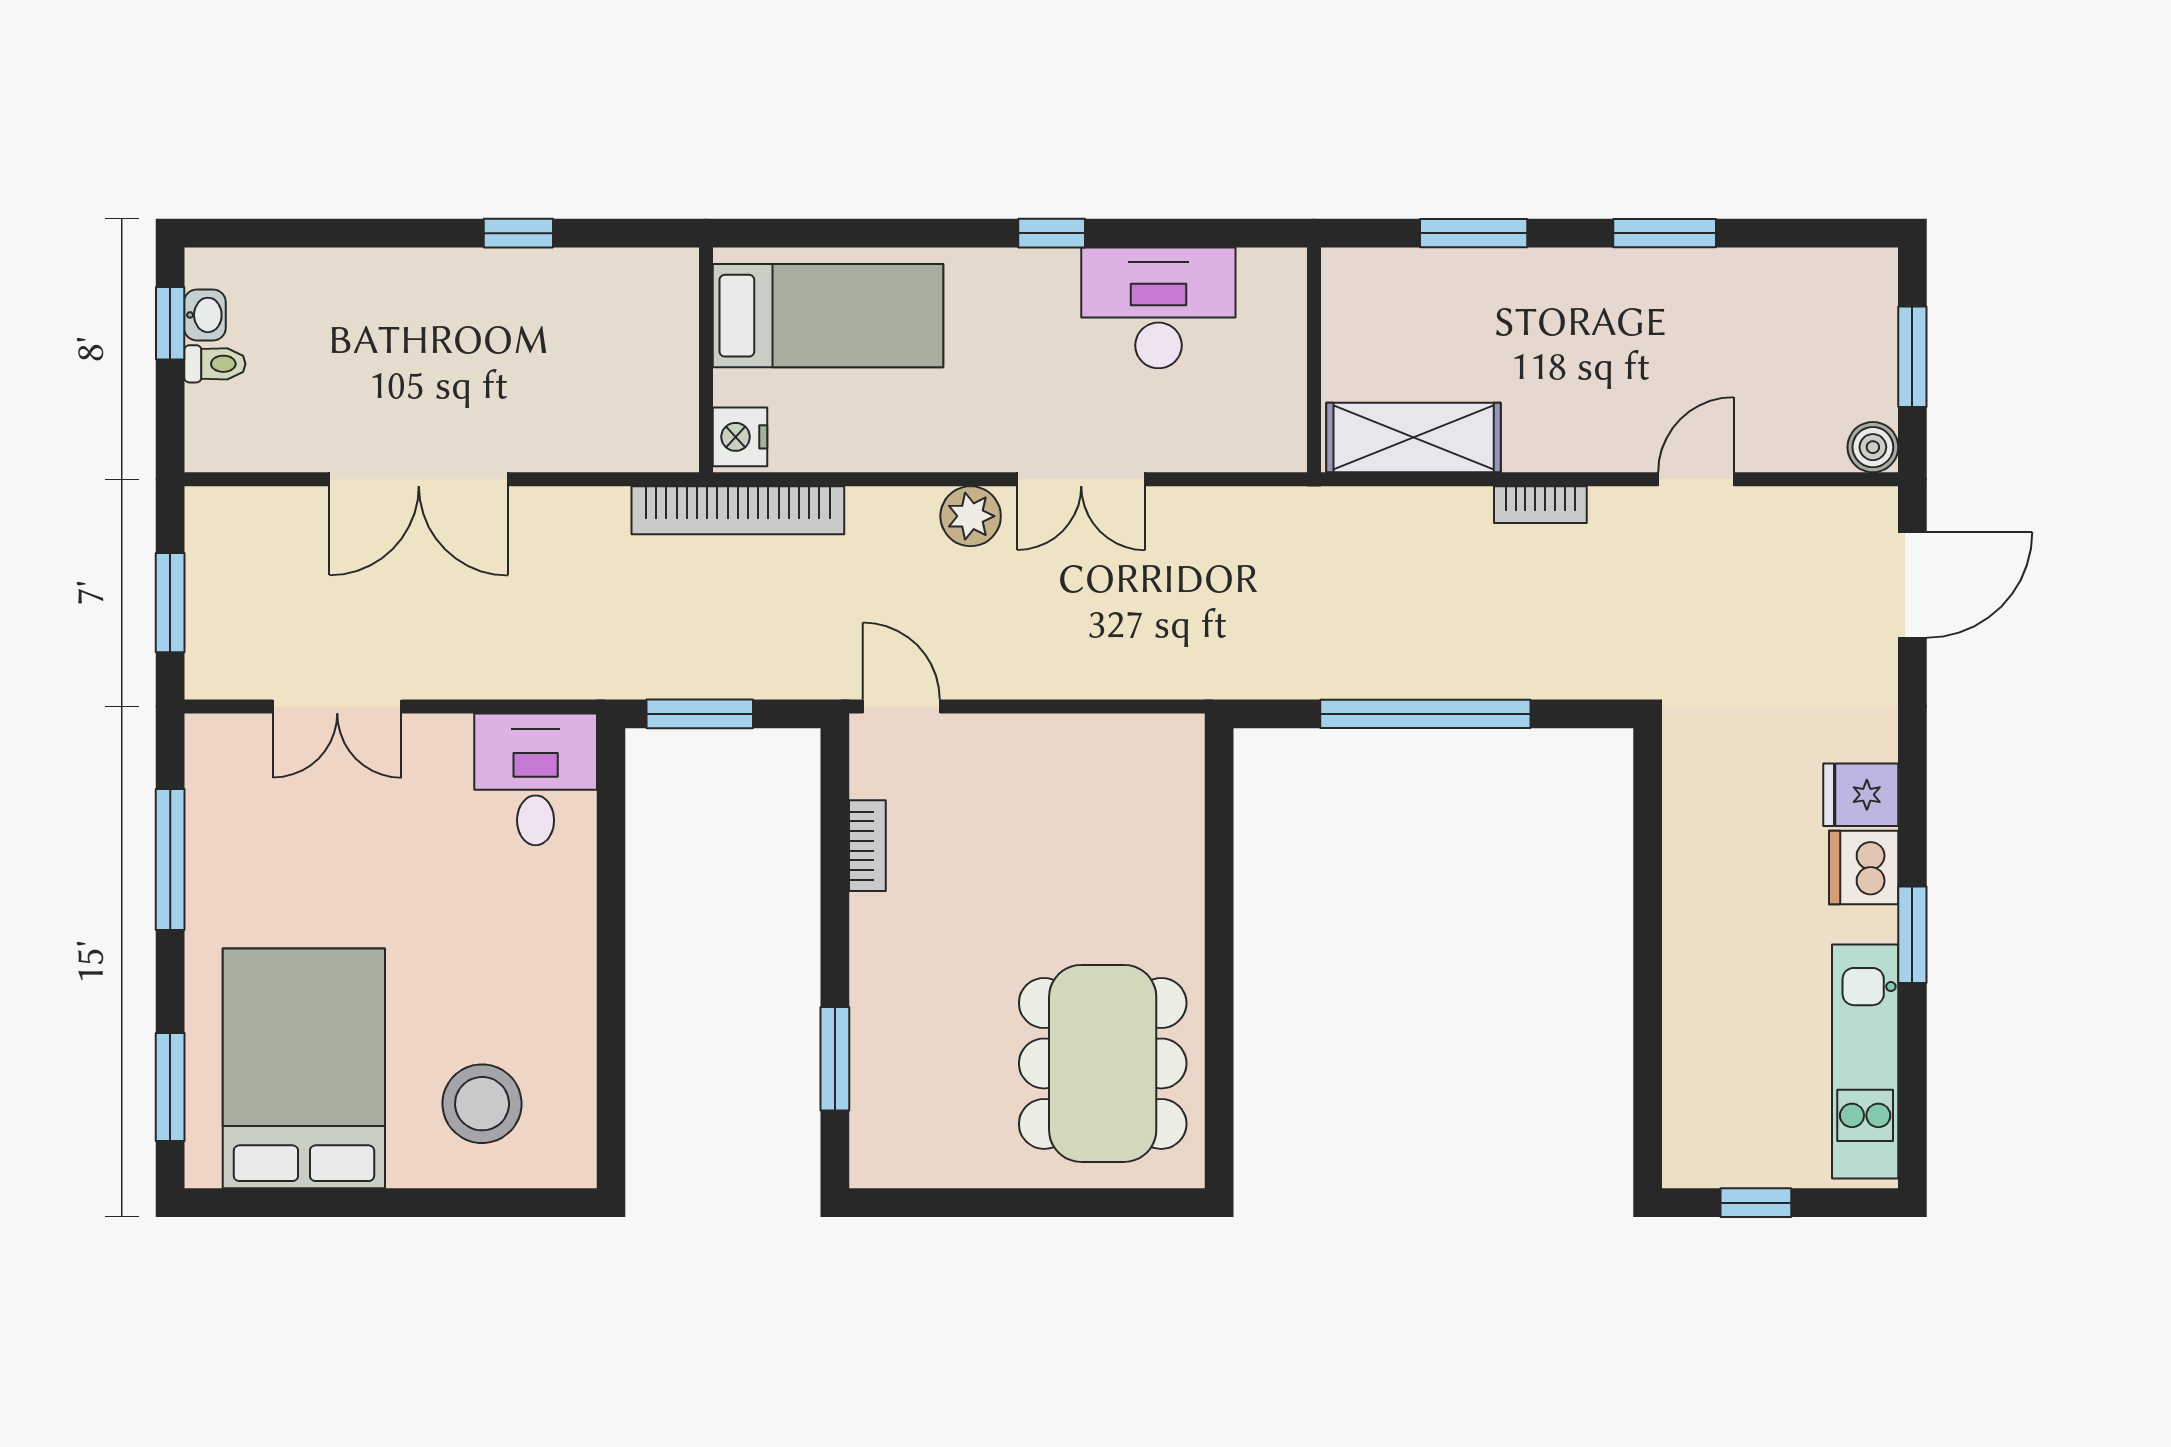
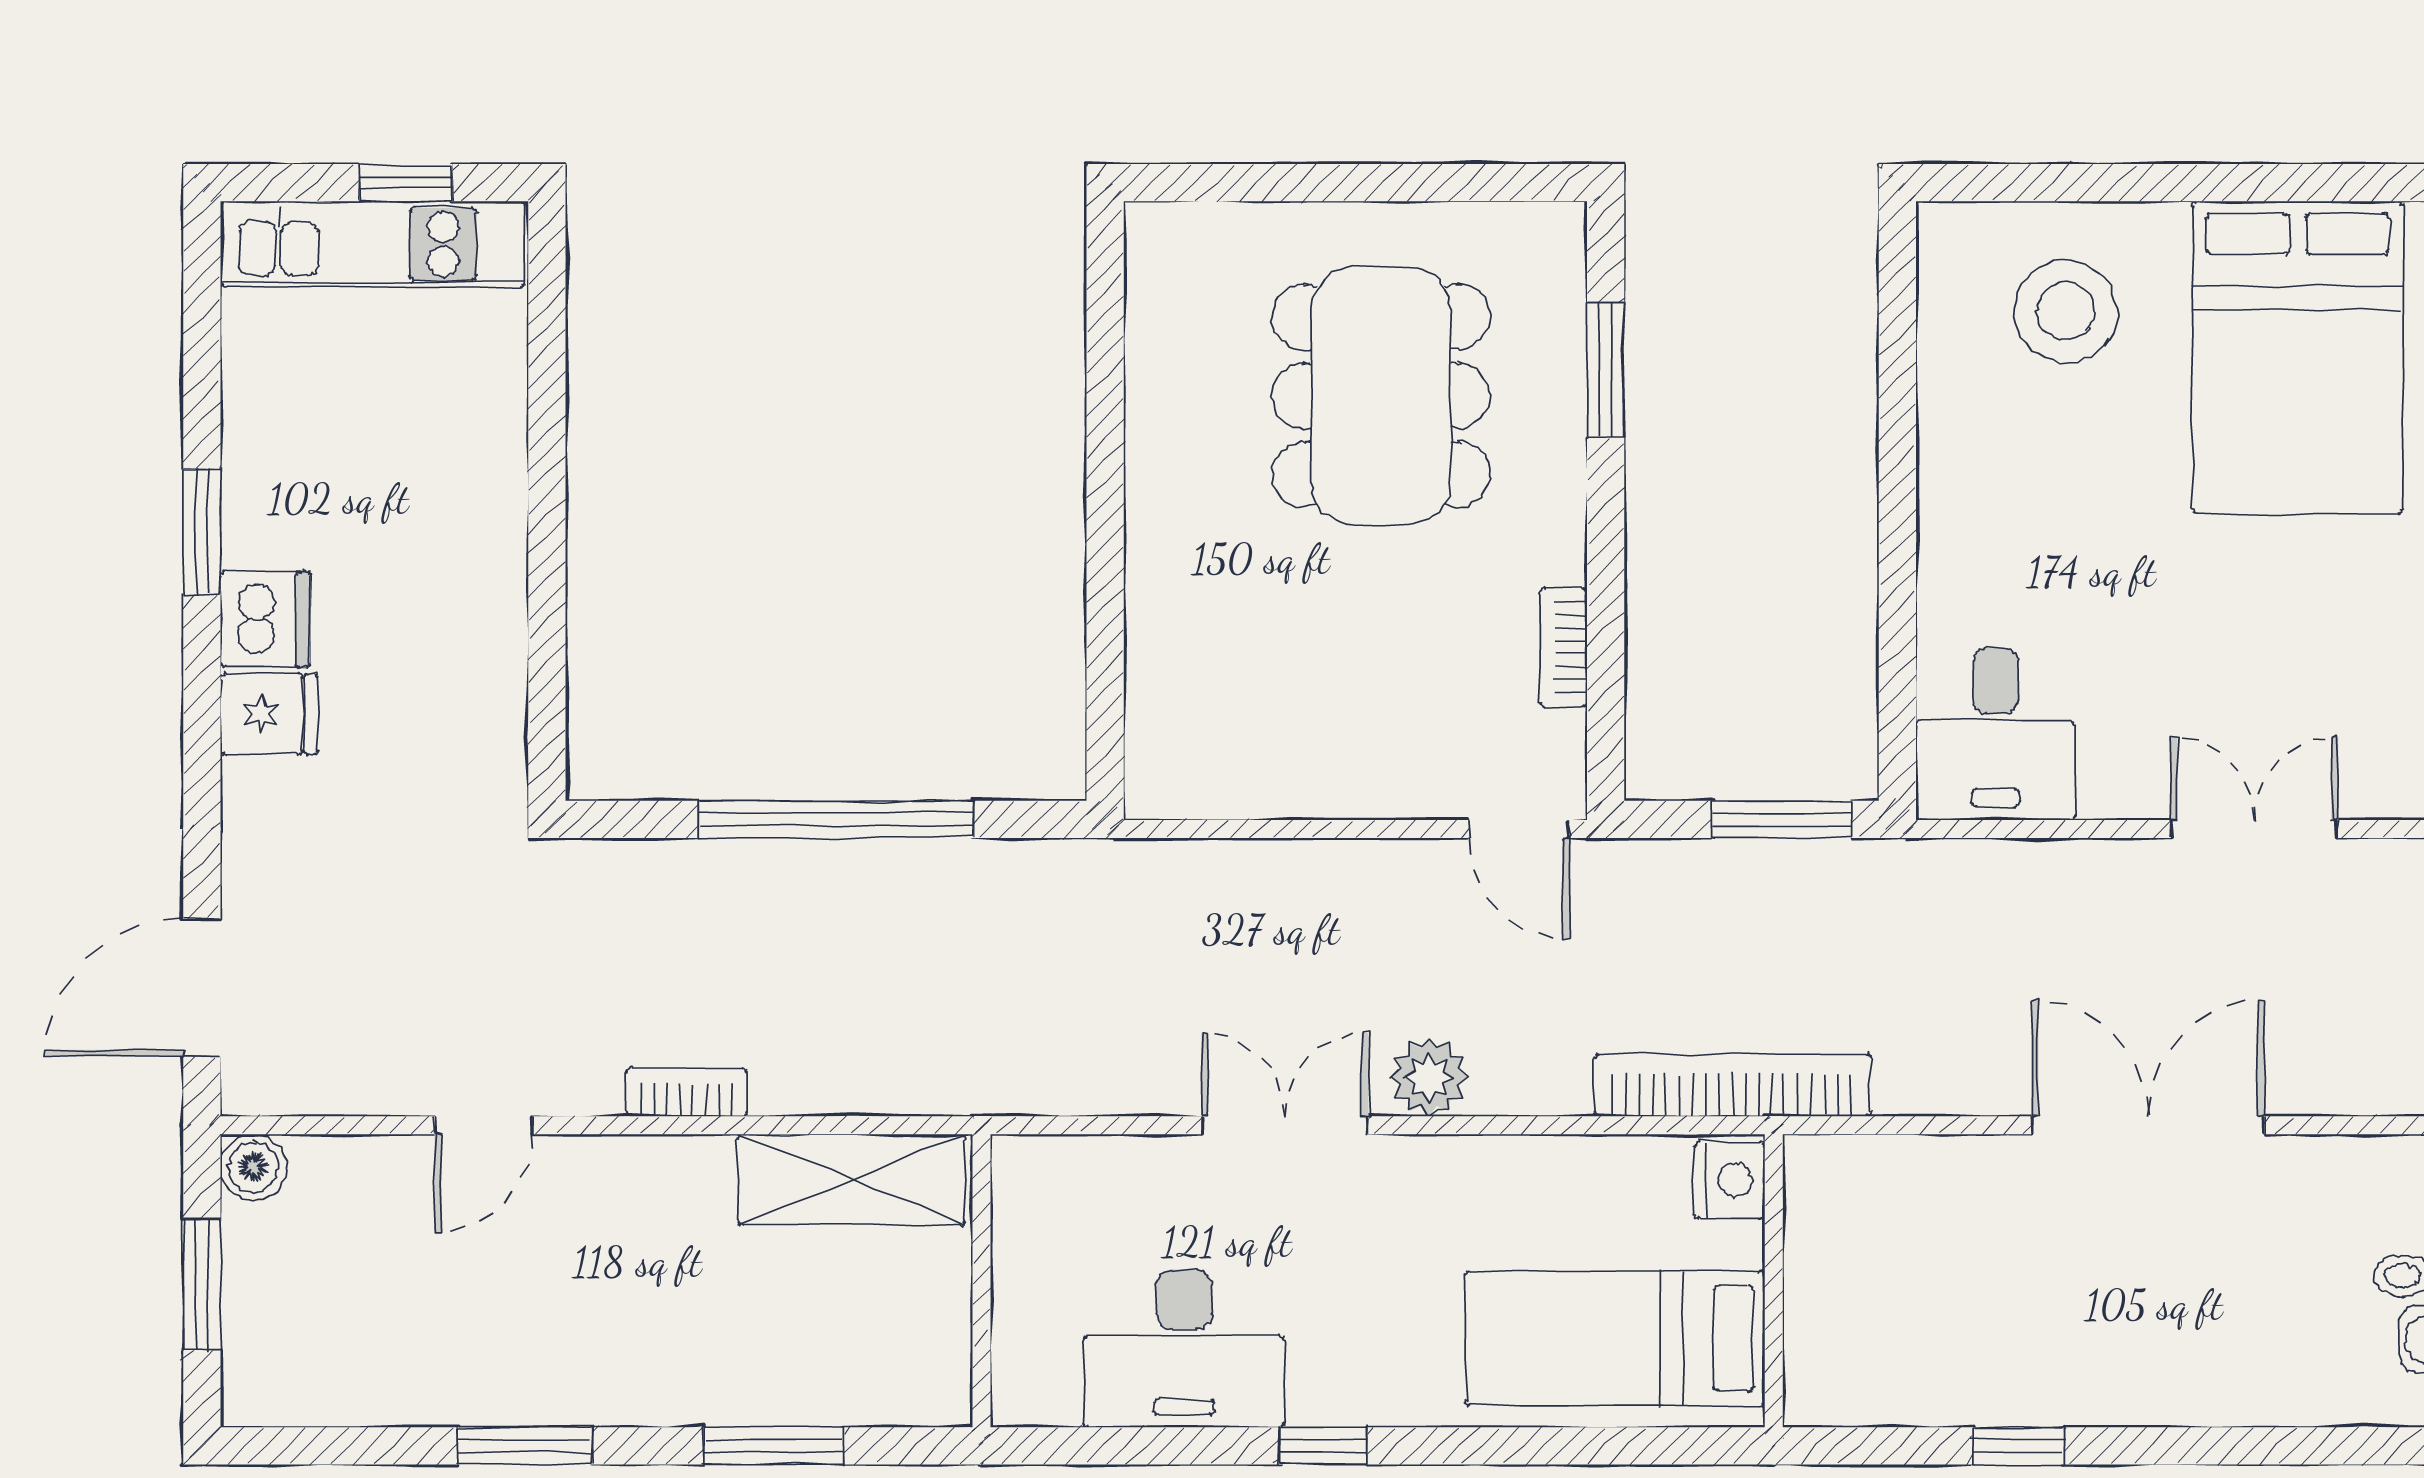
kitchen unit: (1865, 1062) -> (373, 244), moved, turned 90
dining table: (1103, 1063) -> (1381, 396), moved

